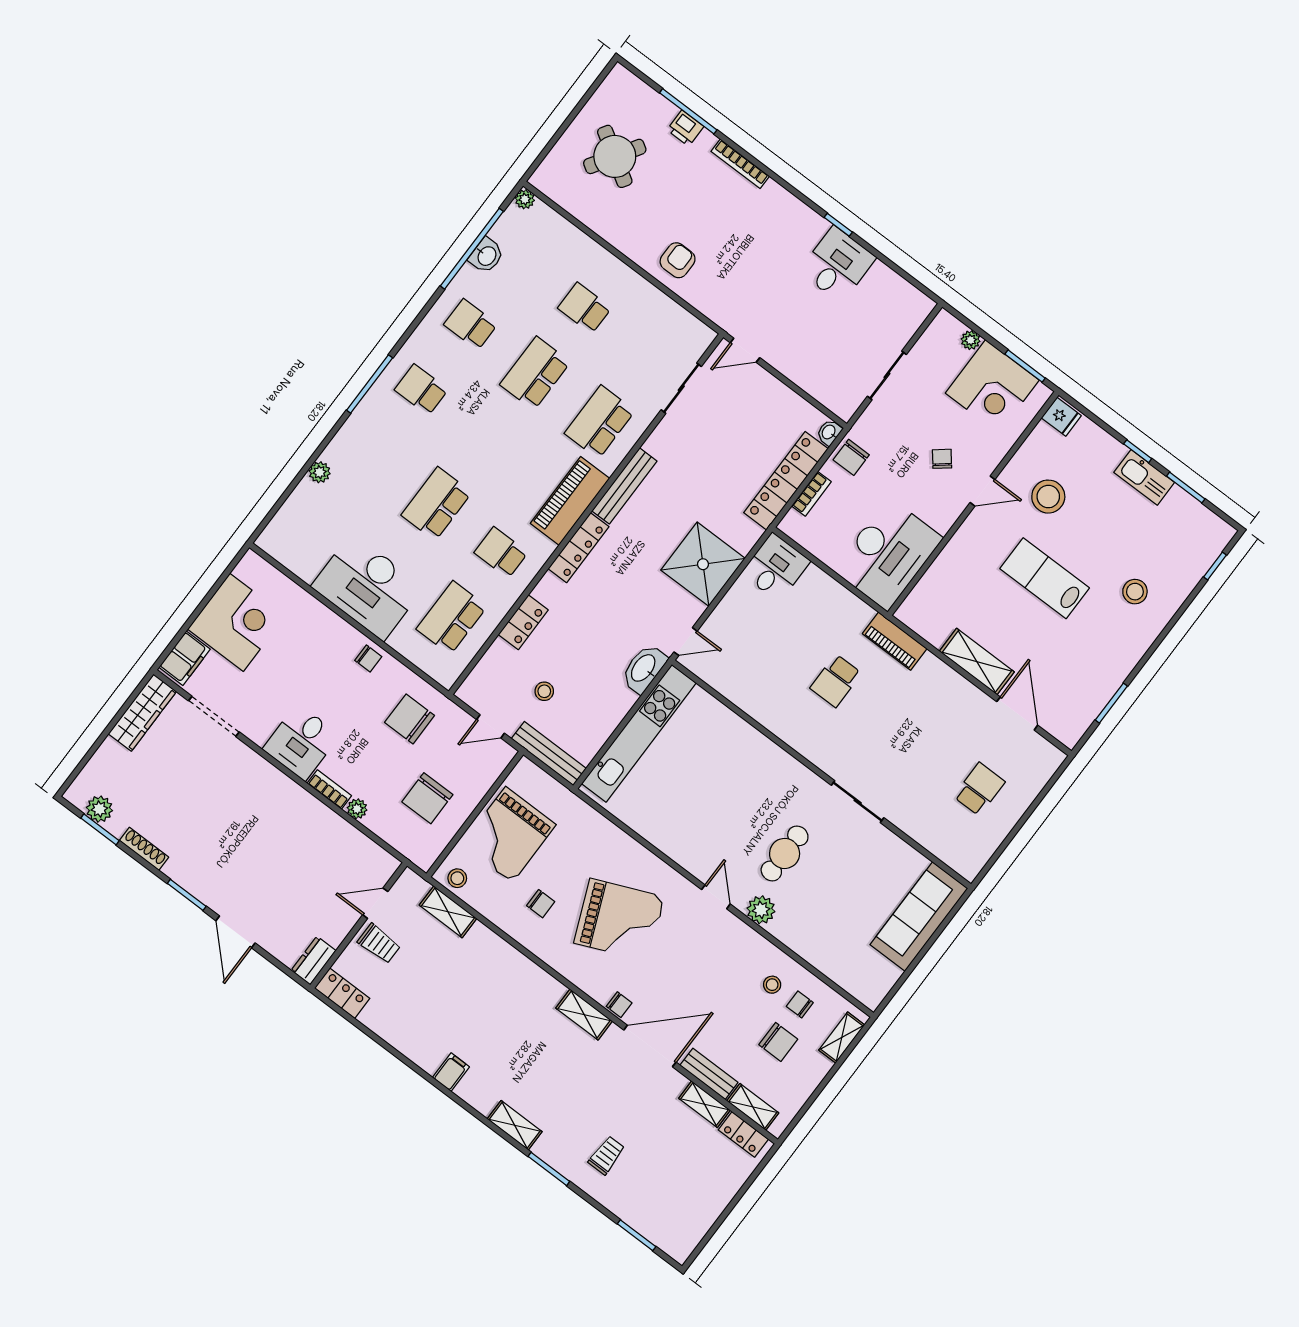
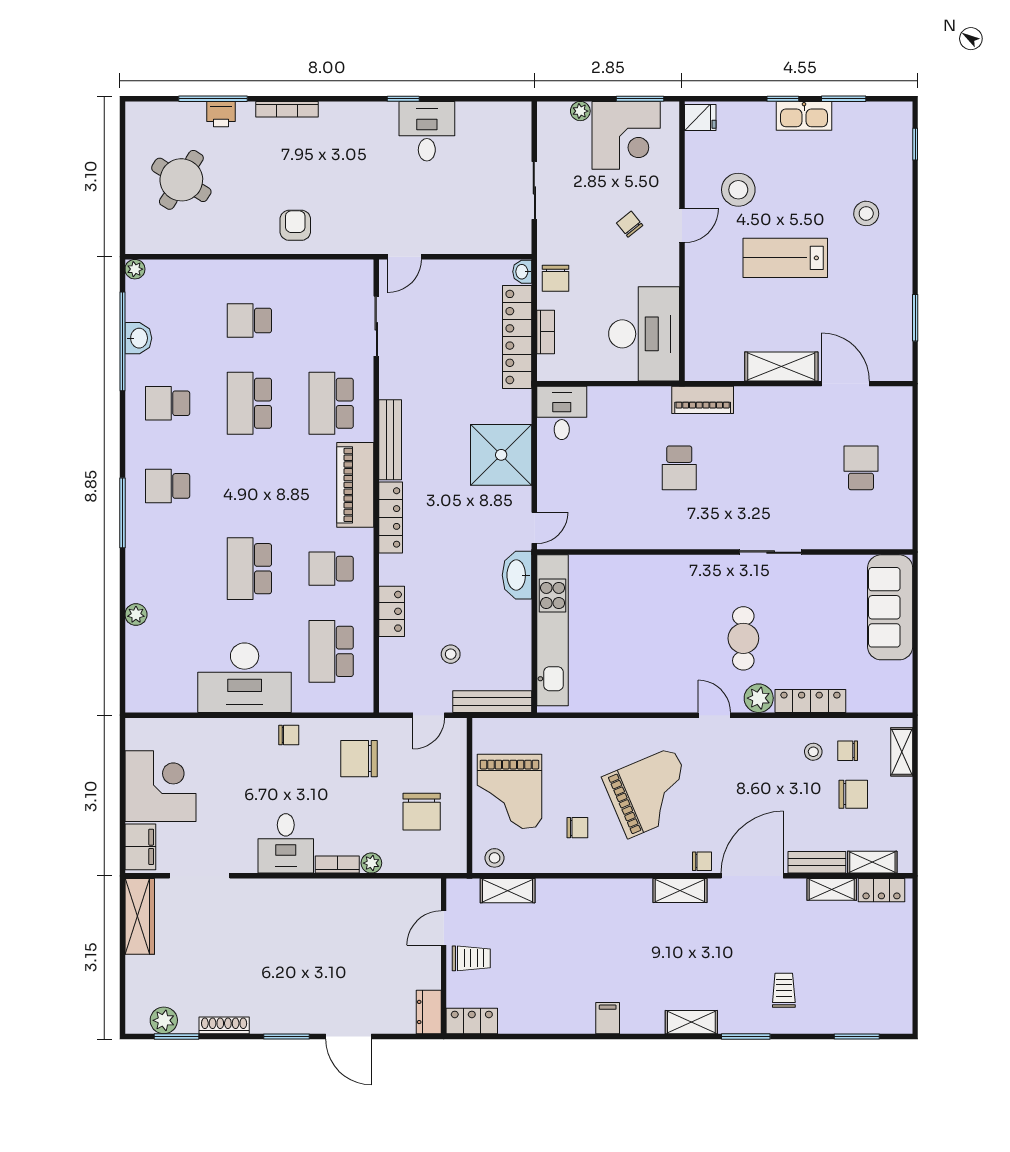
locker: (800, 943) -> (810, 701), added

